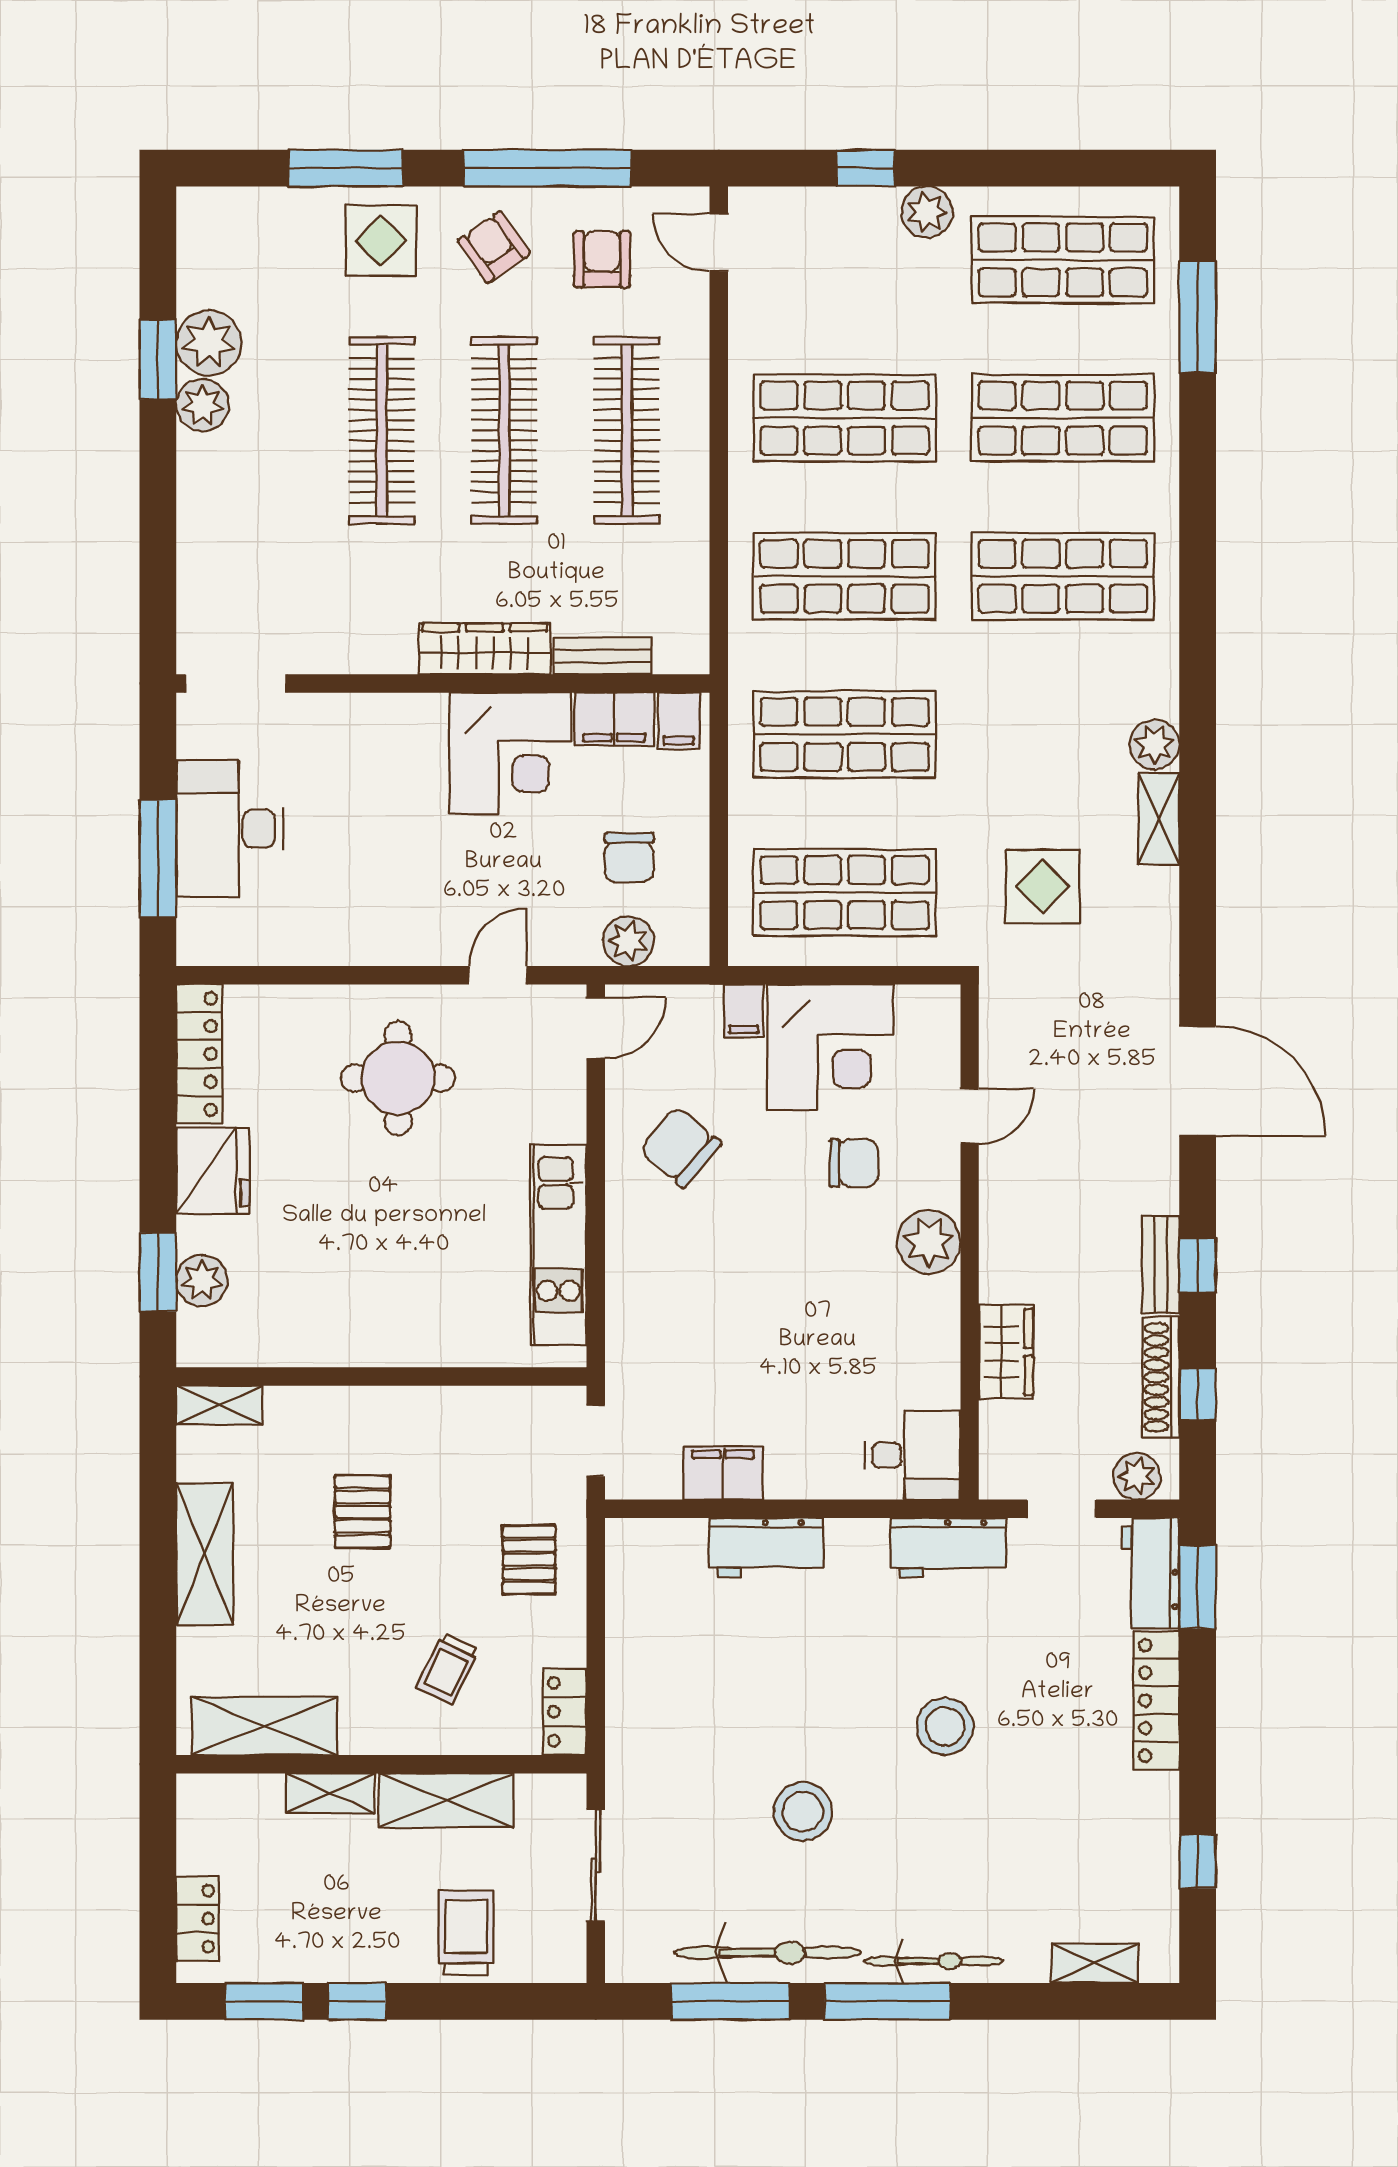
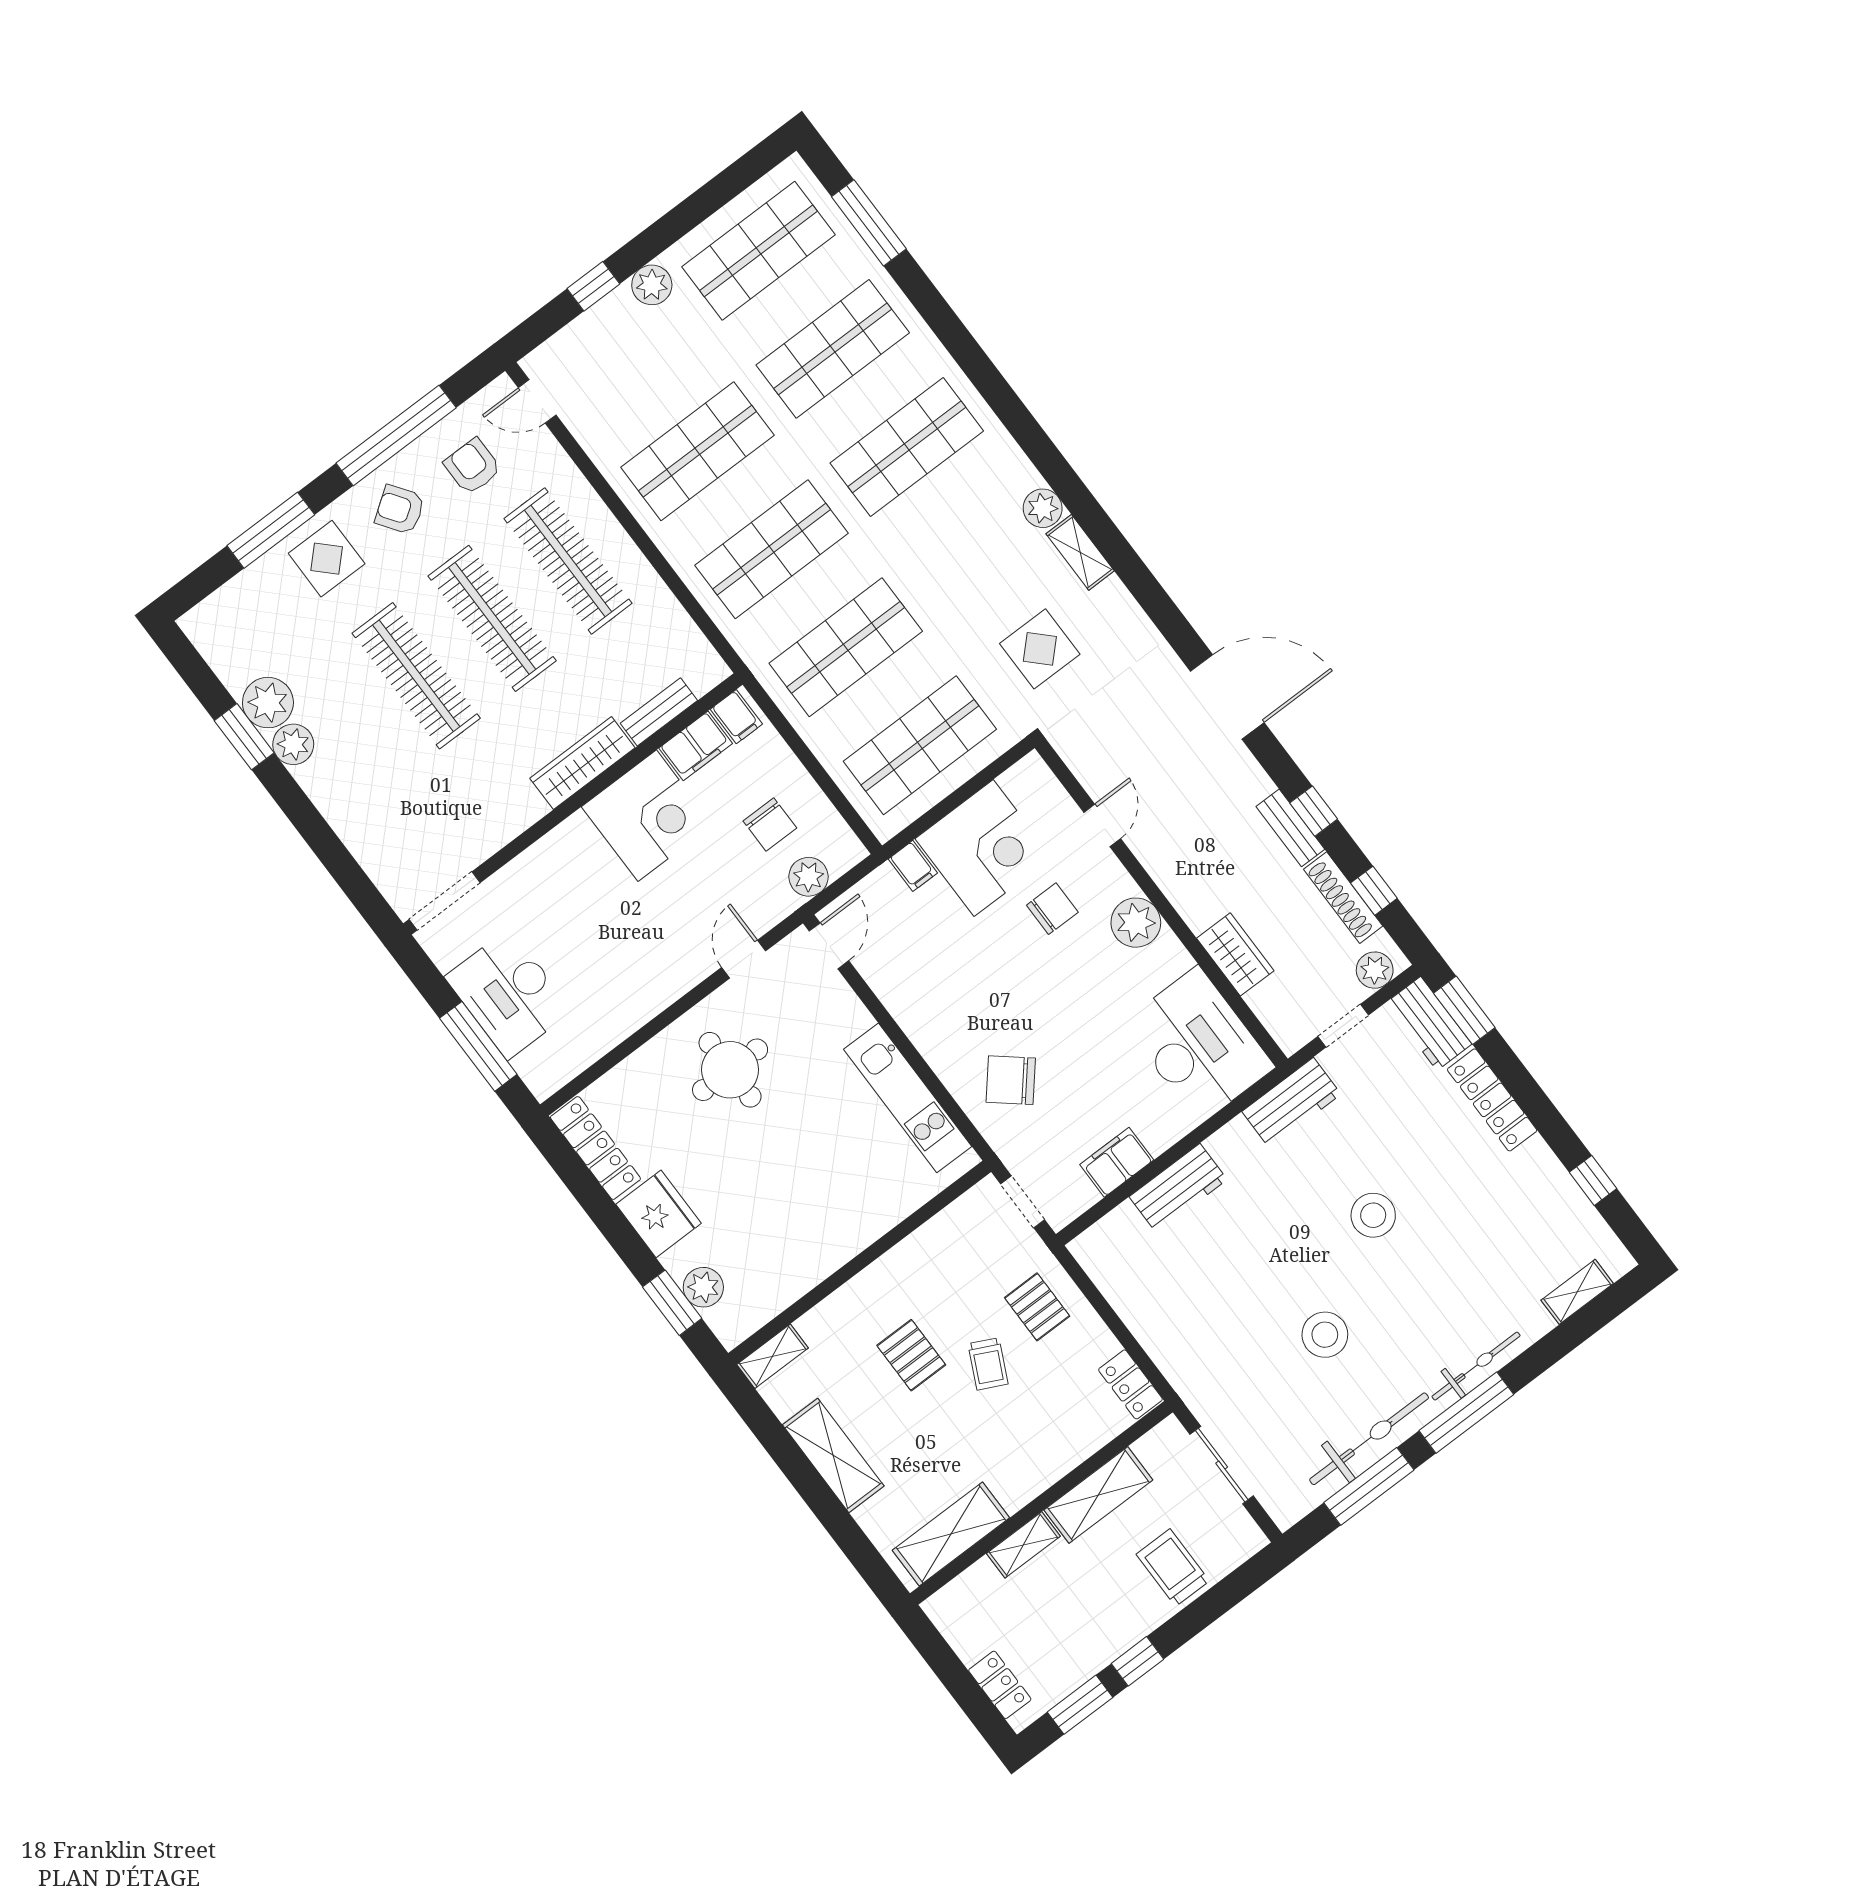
chair: (680, 1147) -> (1011, 1080), moved
desk: (912, 1455) -> (1199, 1045), width x1.87, depth x1.30
trolley: (448, 1669) -> (988, 1364), moved

